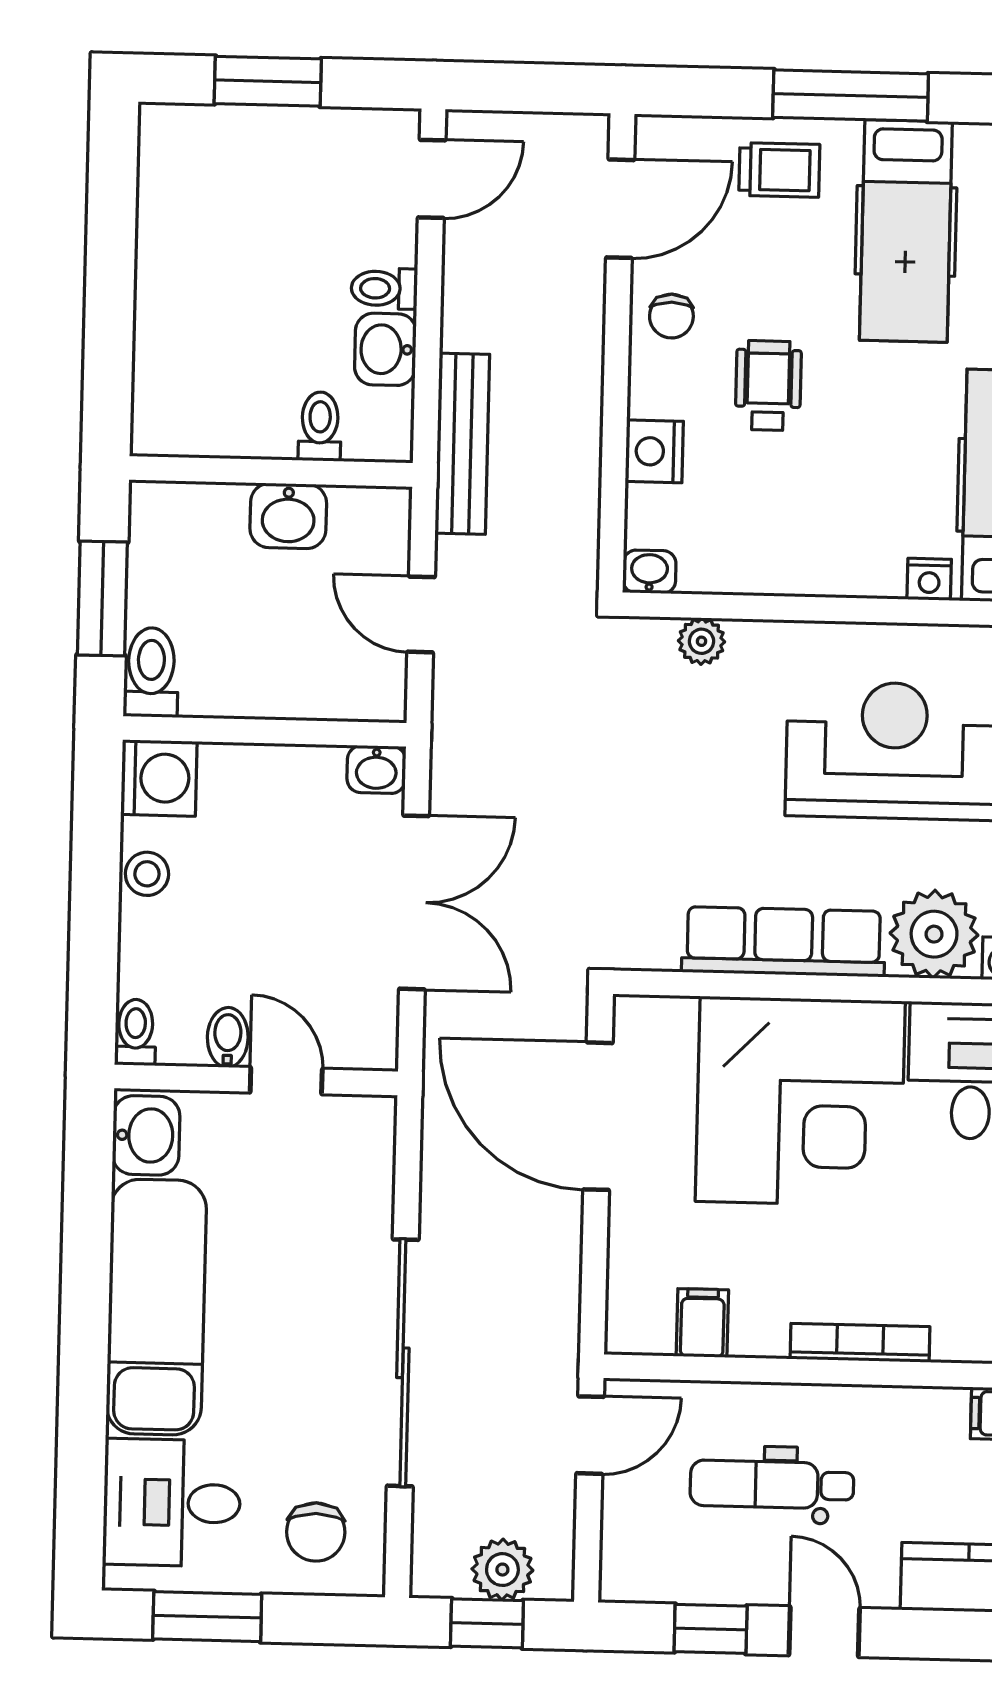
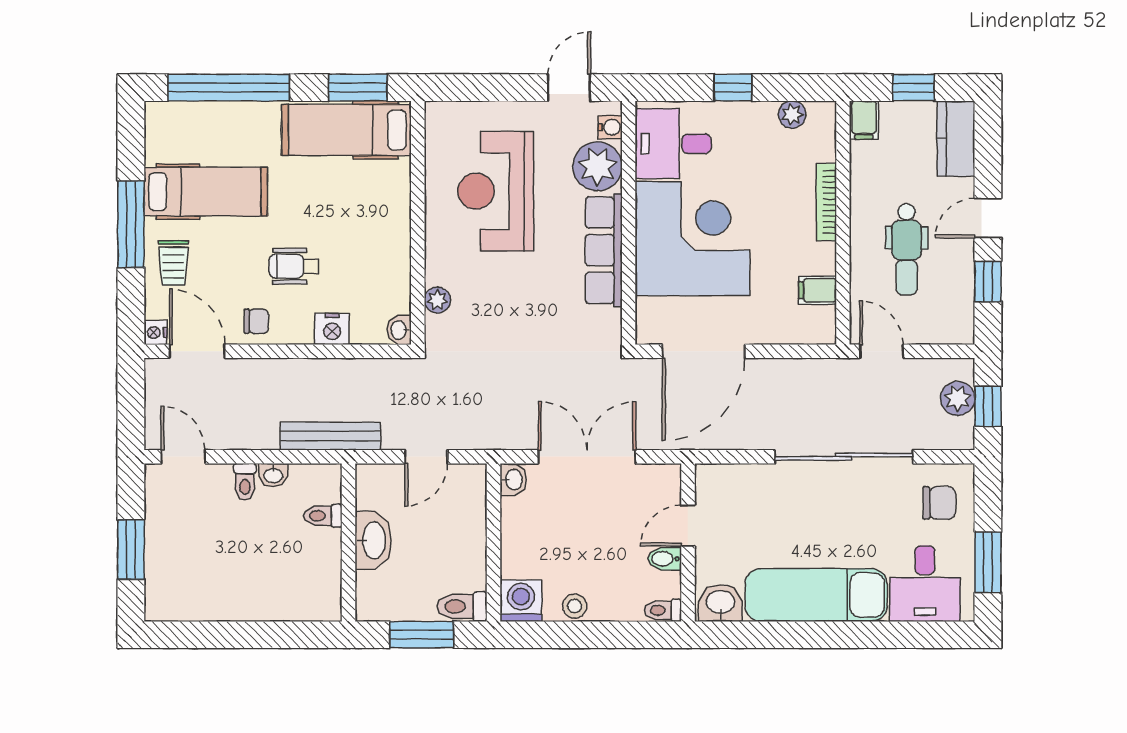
trolley: (779, 170) -> (173, 263), turned 180
washbasin: (385, 349) -> (273, 475), width x0.72, depth x0.69
washbasin: (288, 516) -> (373, 540), width x1.38
nightstand: (929, 579) -> (156, 333), moved, turned 180

